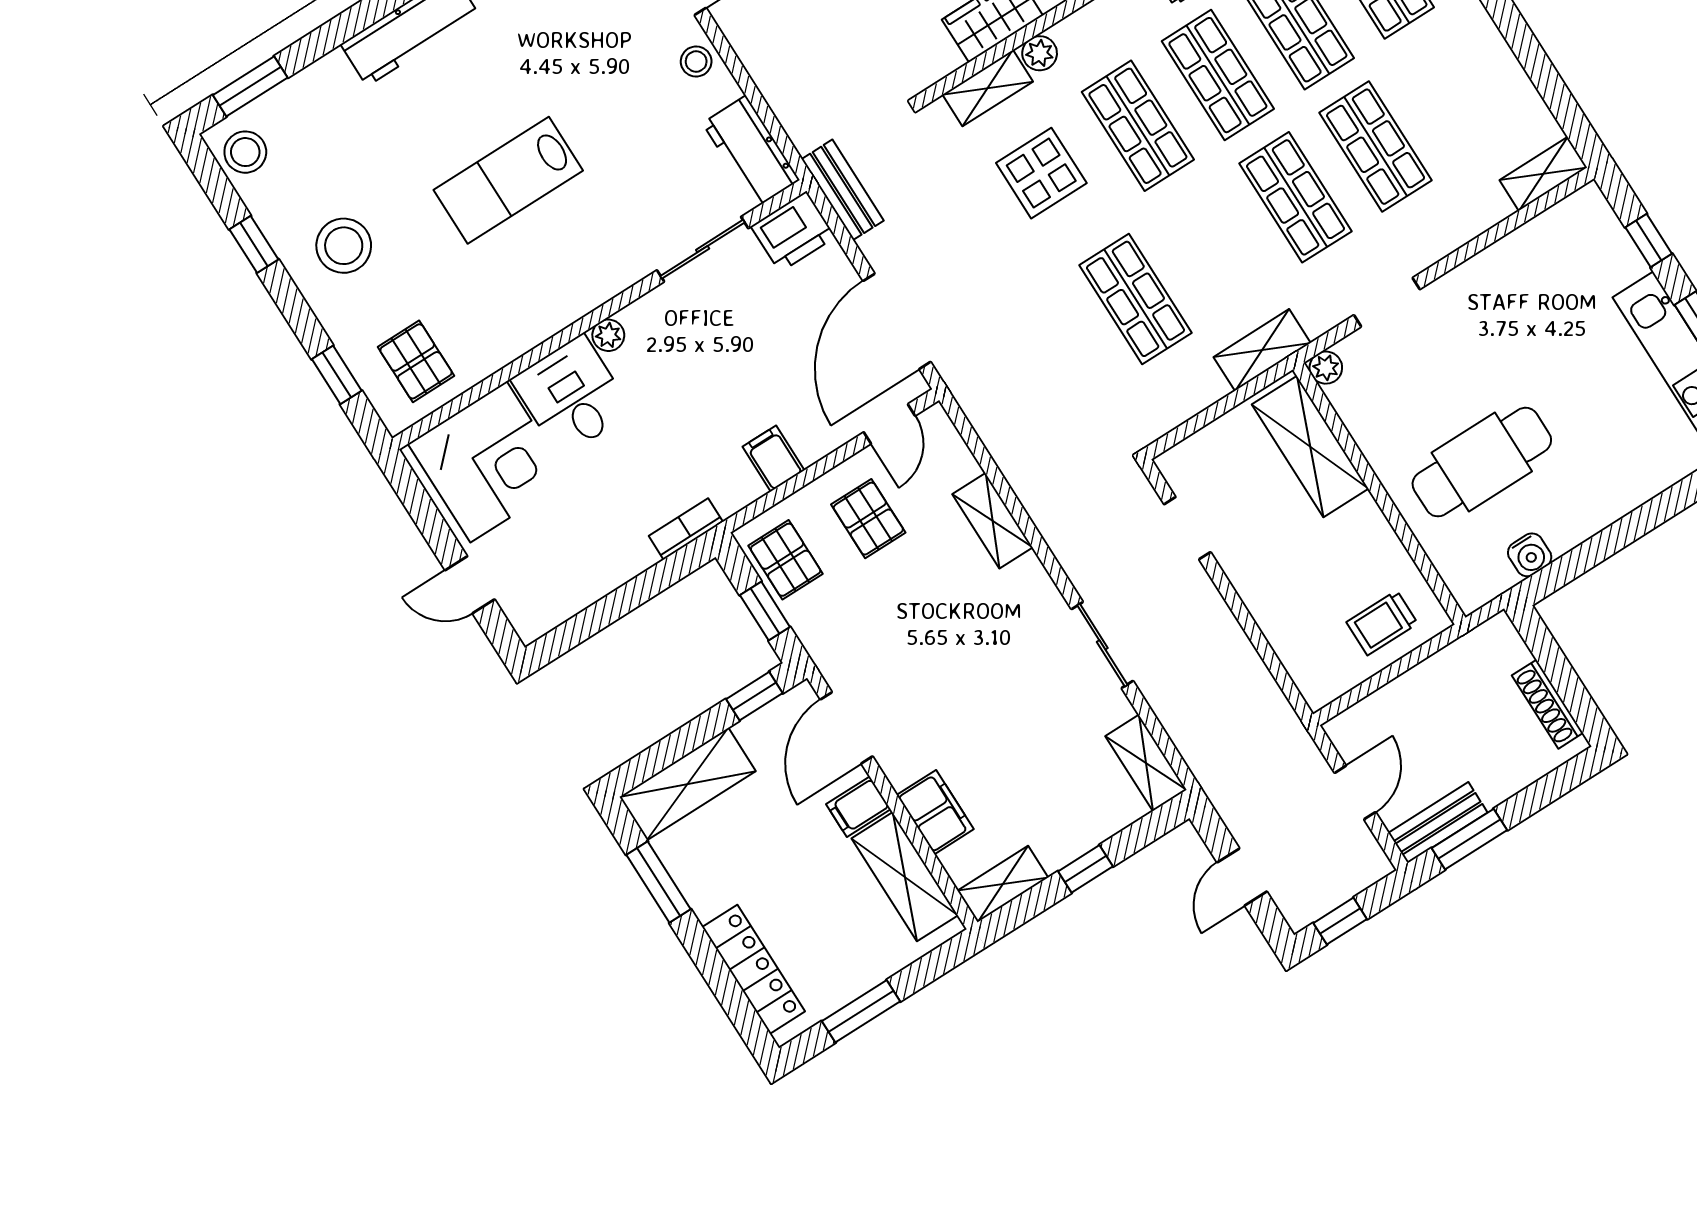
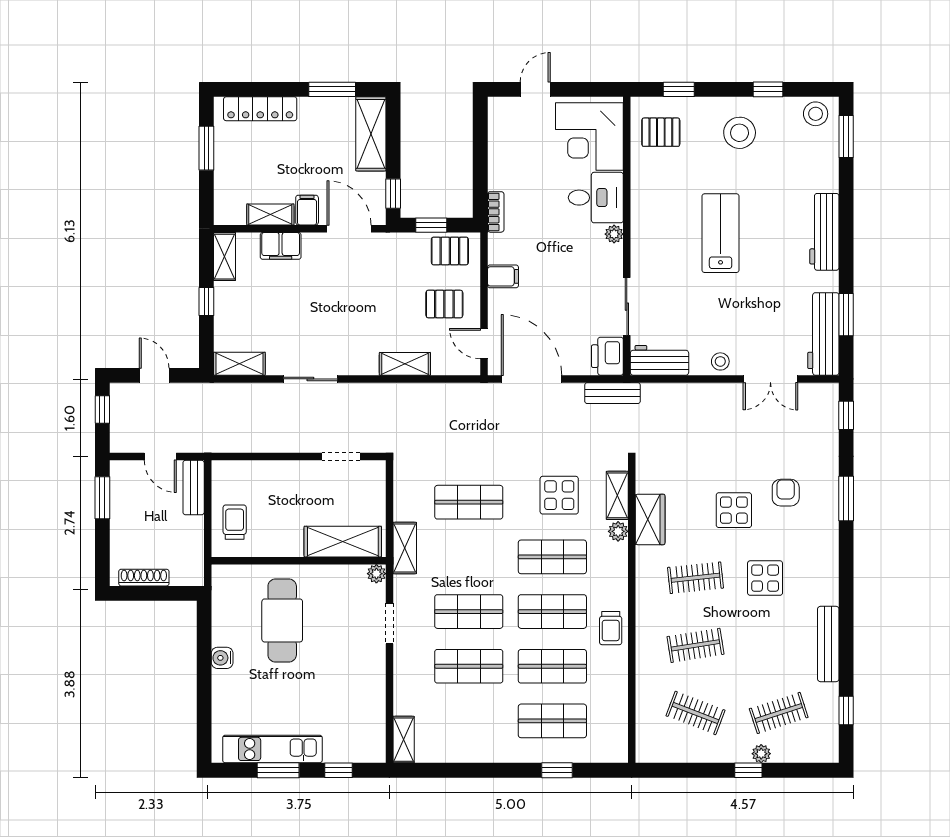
water cooler: (1530, 555) -> (222, 658), moved
bench: (1438, 823) -> (194, 488), moved
shelving: (905, 877) -> (270, 215), width x0.67, depth x0.75

